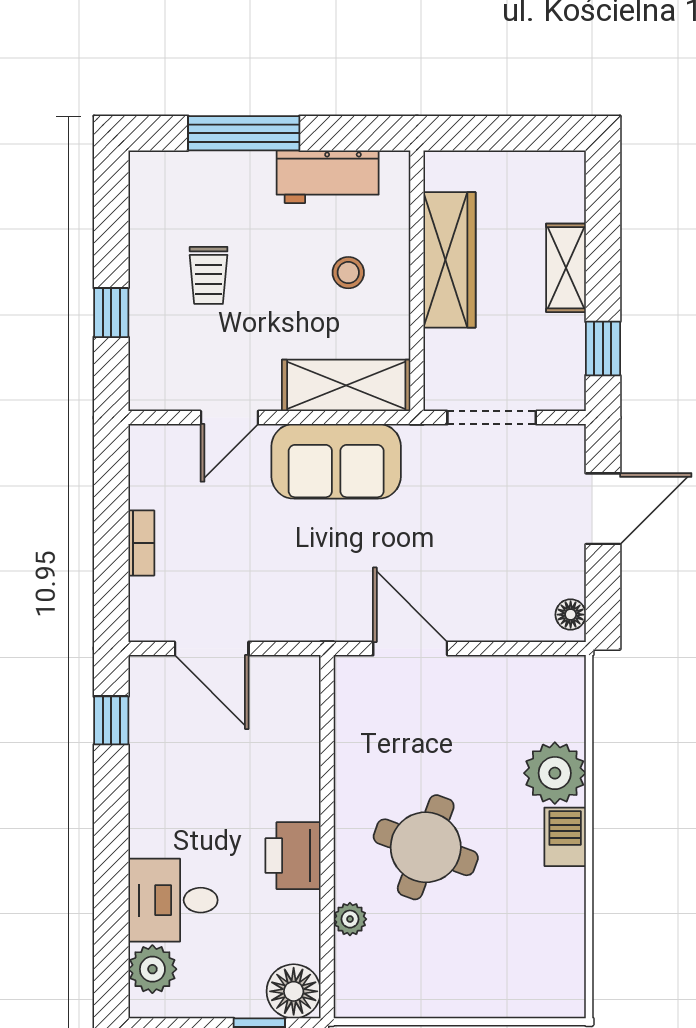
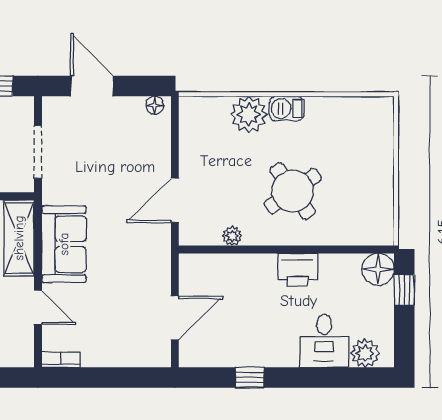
bookcase: (141, 543) -> (61, 360), moved
window: (111, 720) -> (250, 378), moved
round table: (426, 847) -> (293, 191), turned 35
plant: (350, 919) -> (232, 236), moved

